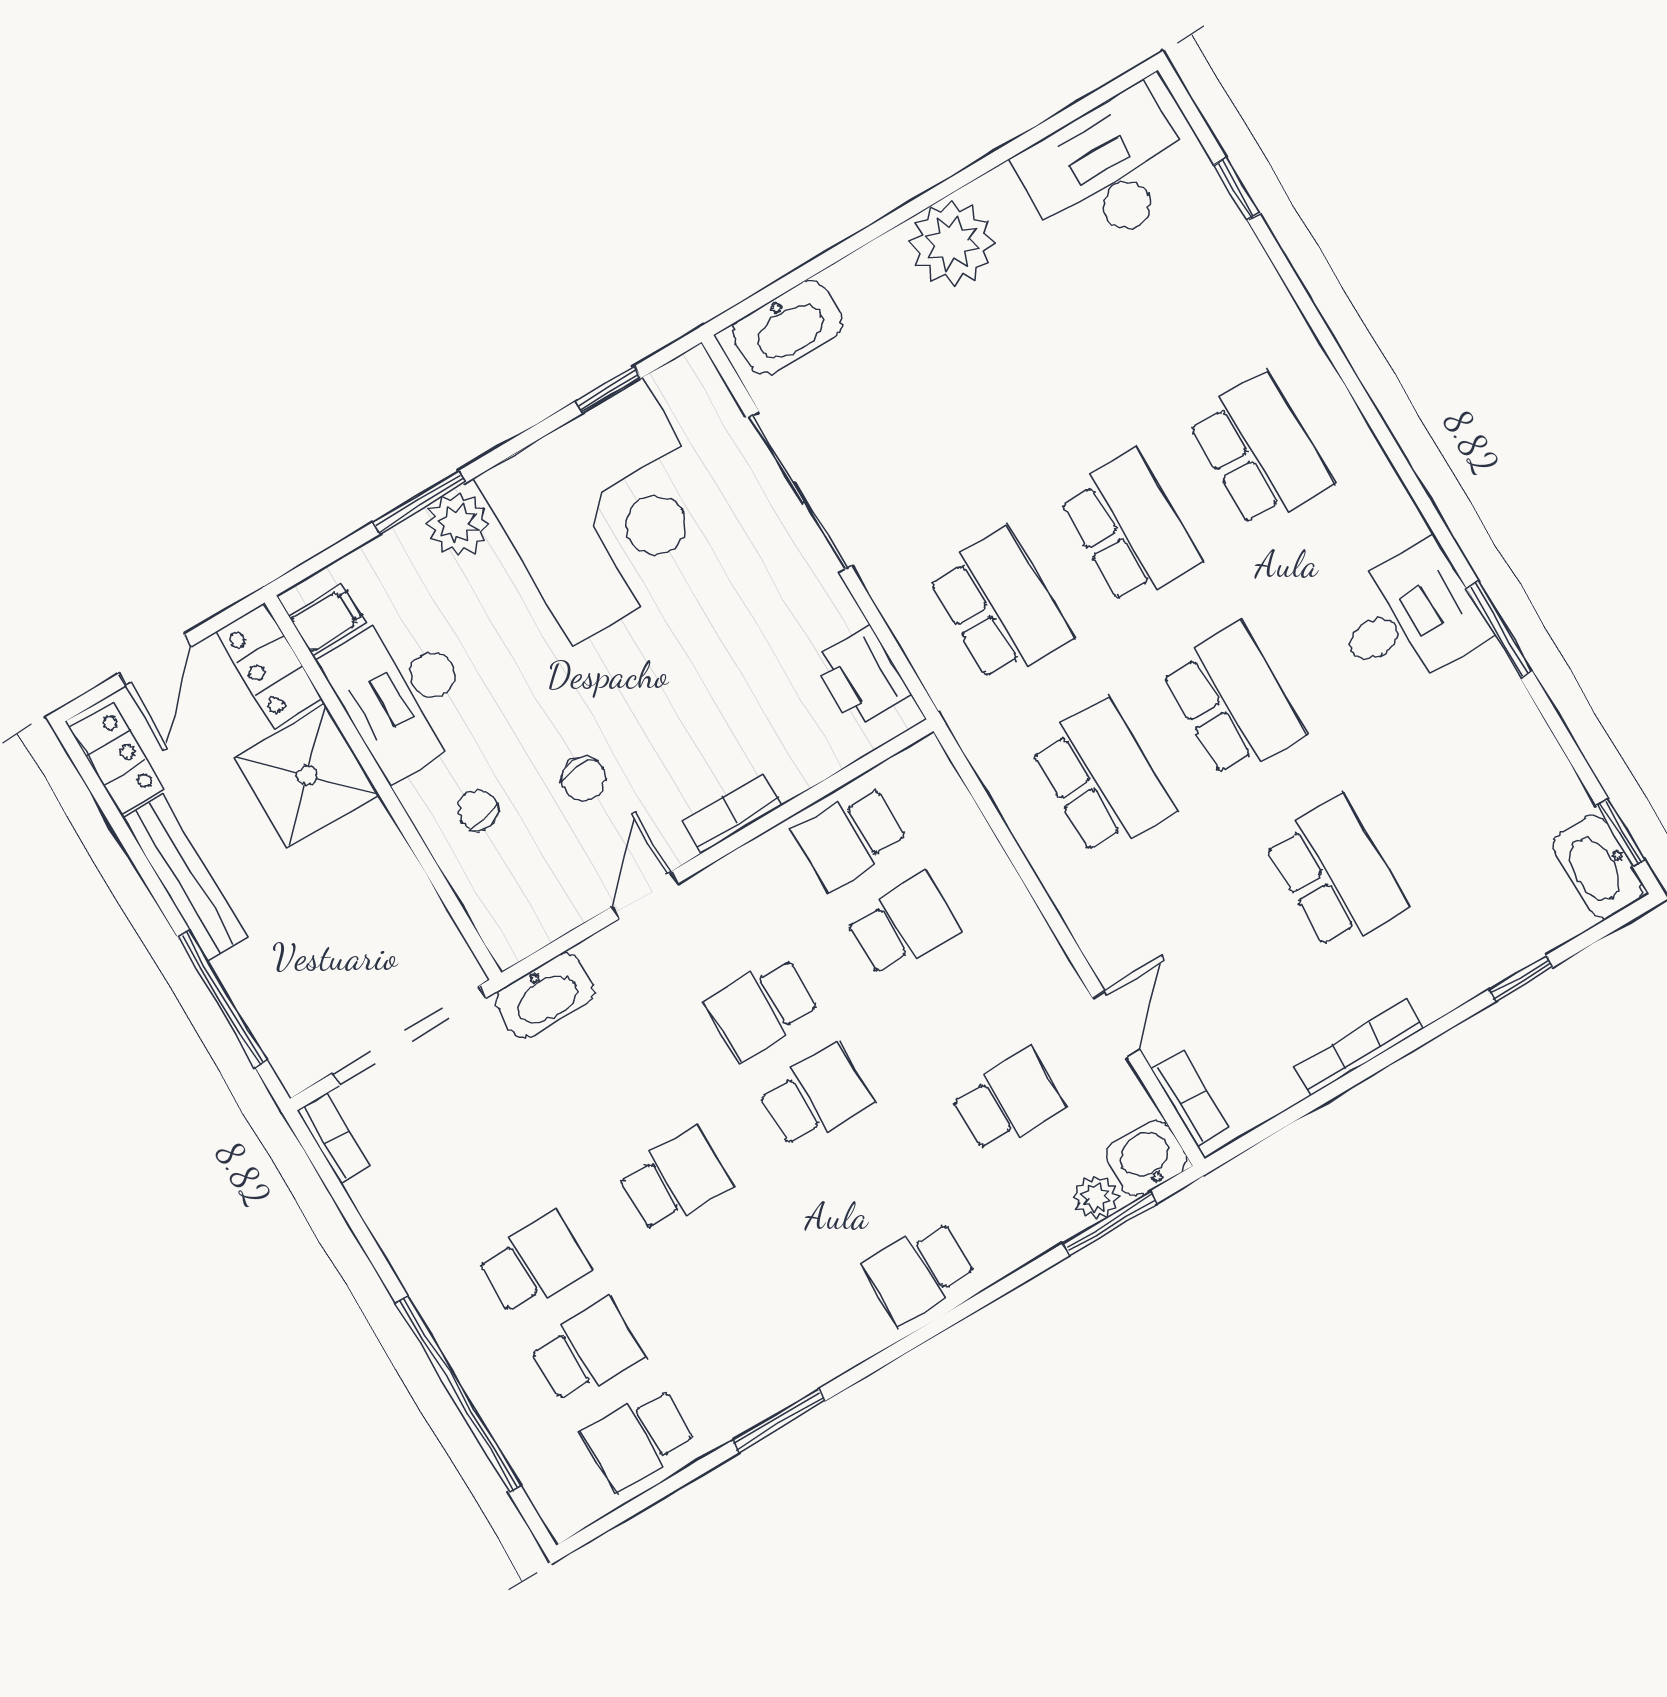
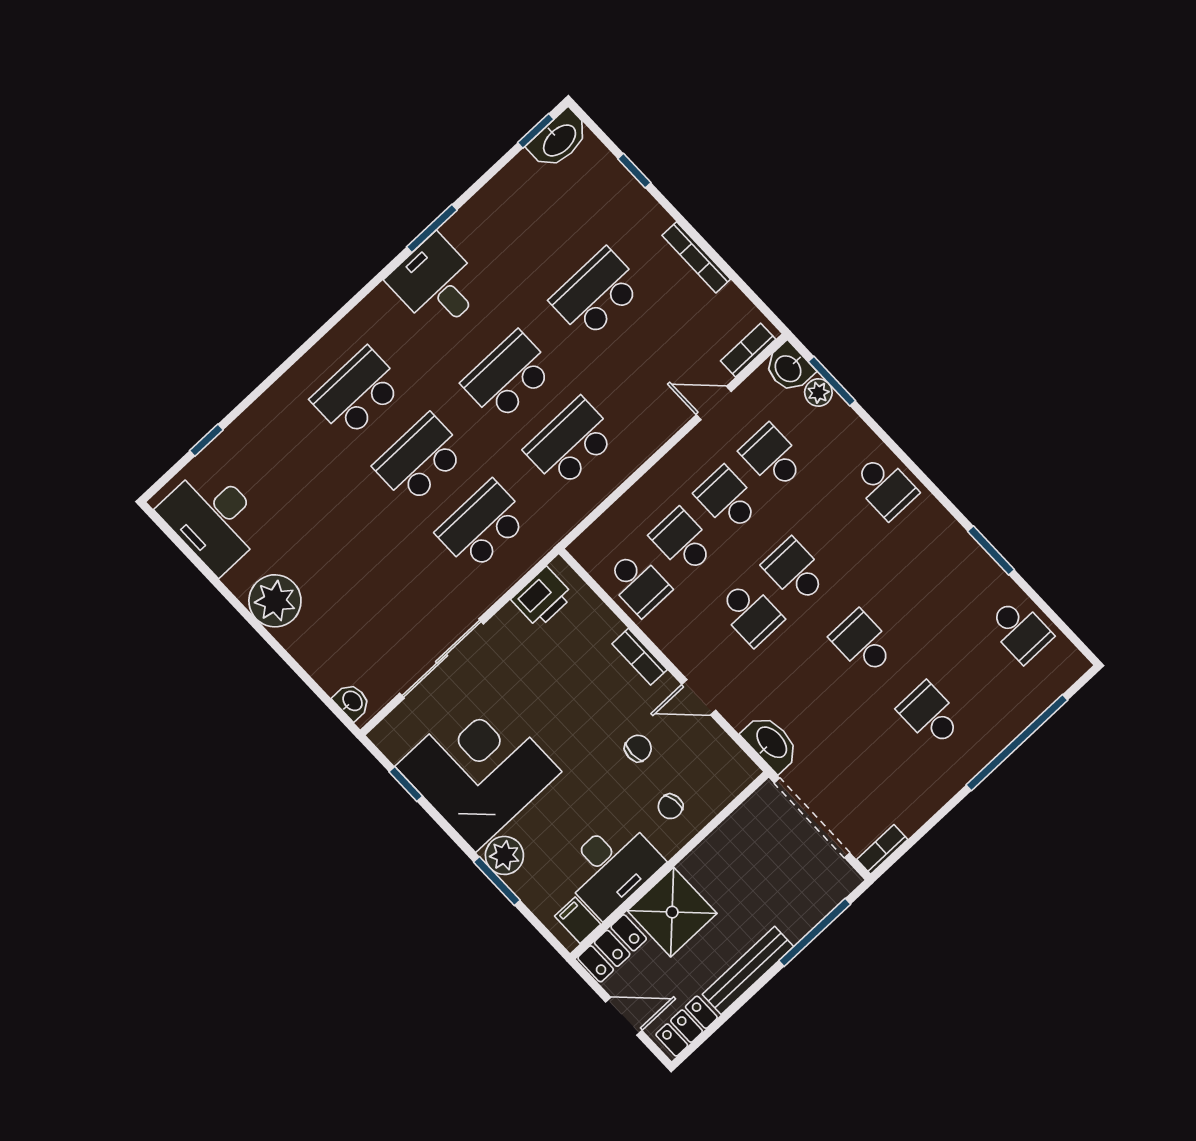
washbasin: (788, 328) -> (352, 701), width x0.52, depth x0.69
school desk: (587, 1351) -> (728, 499), moved

